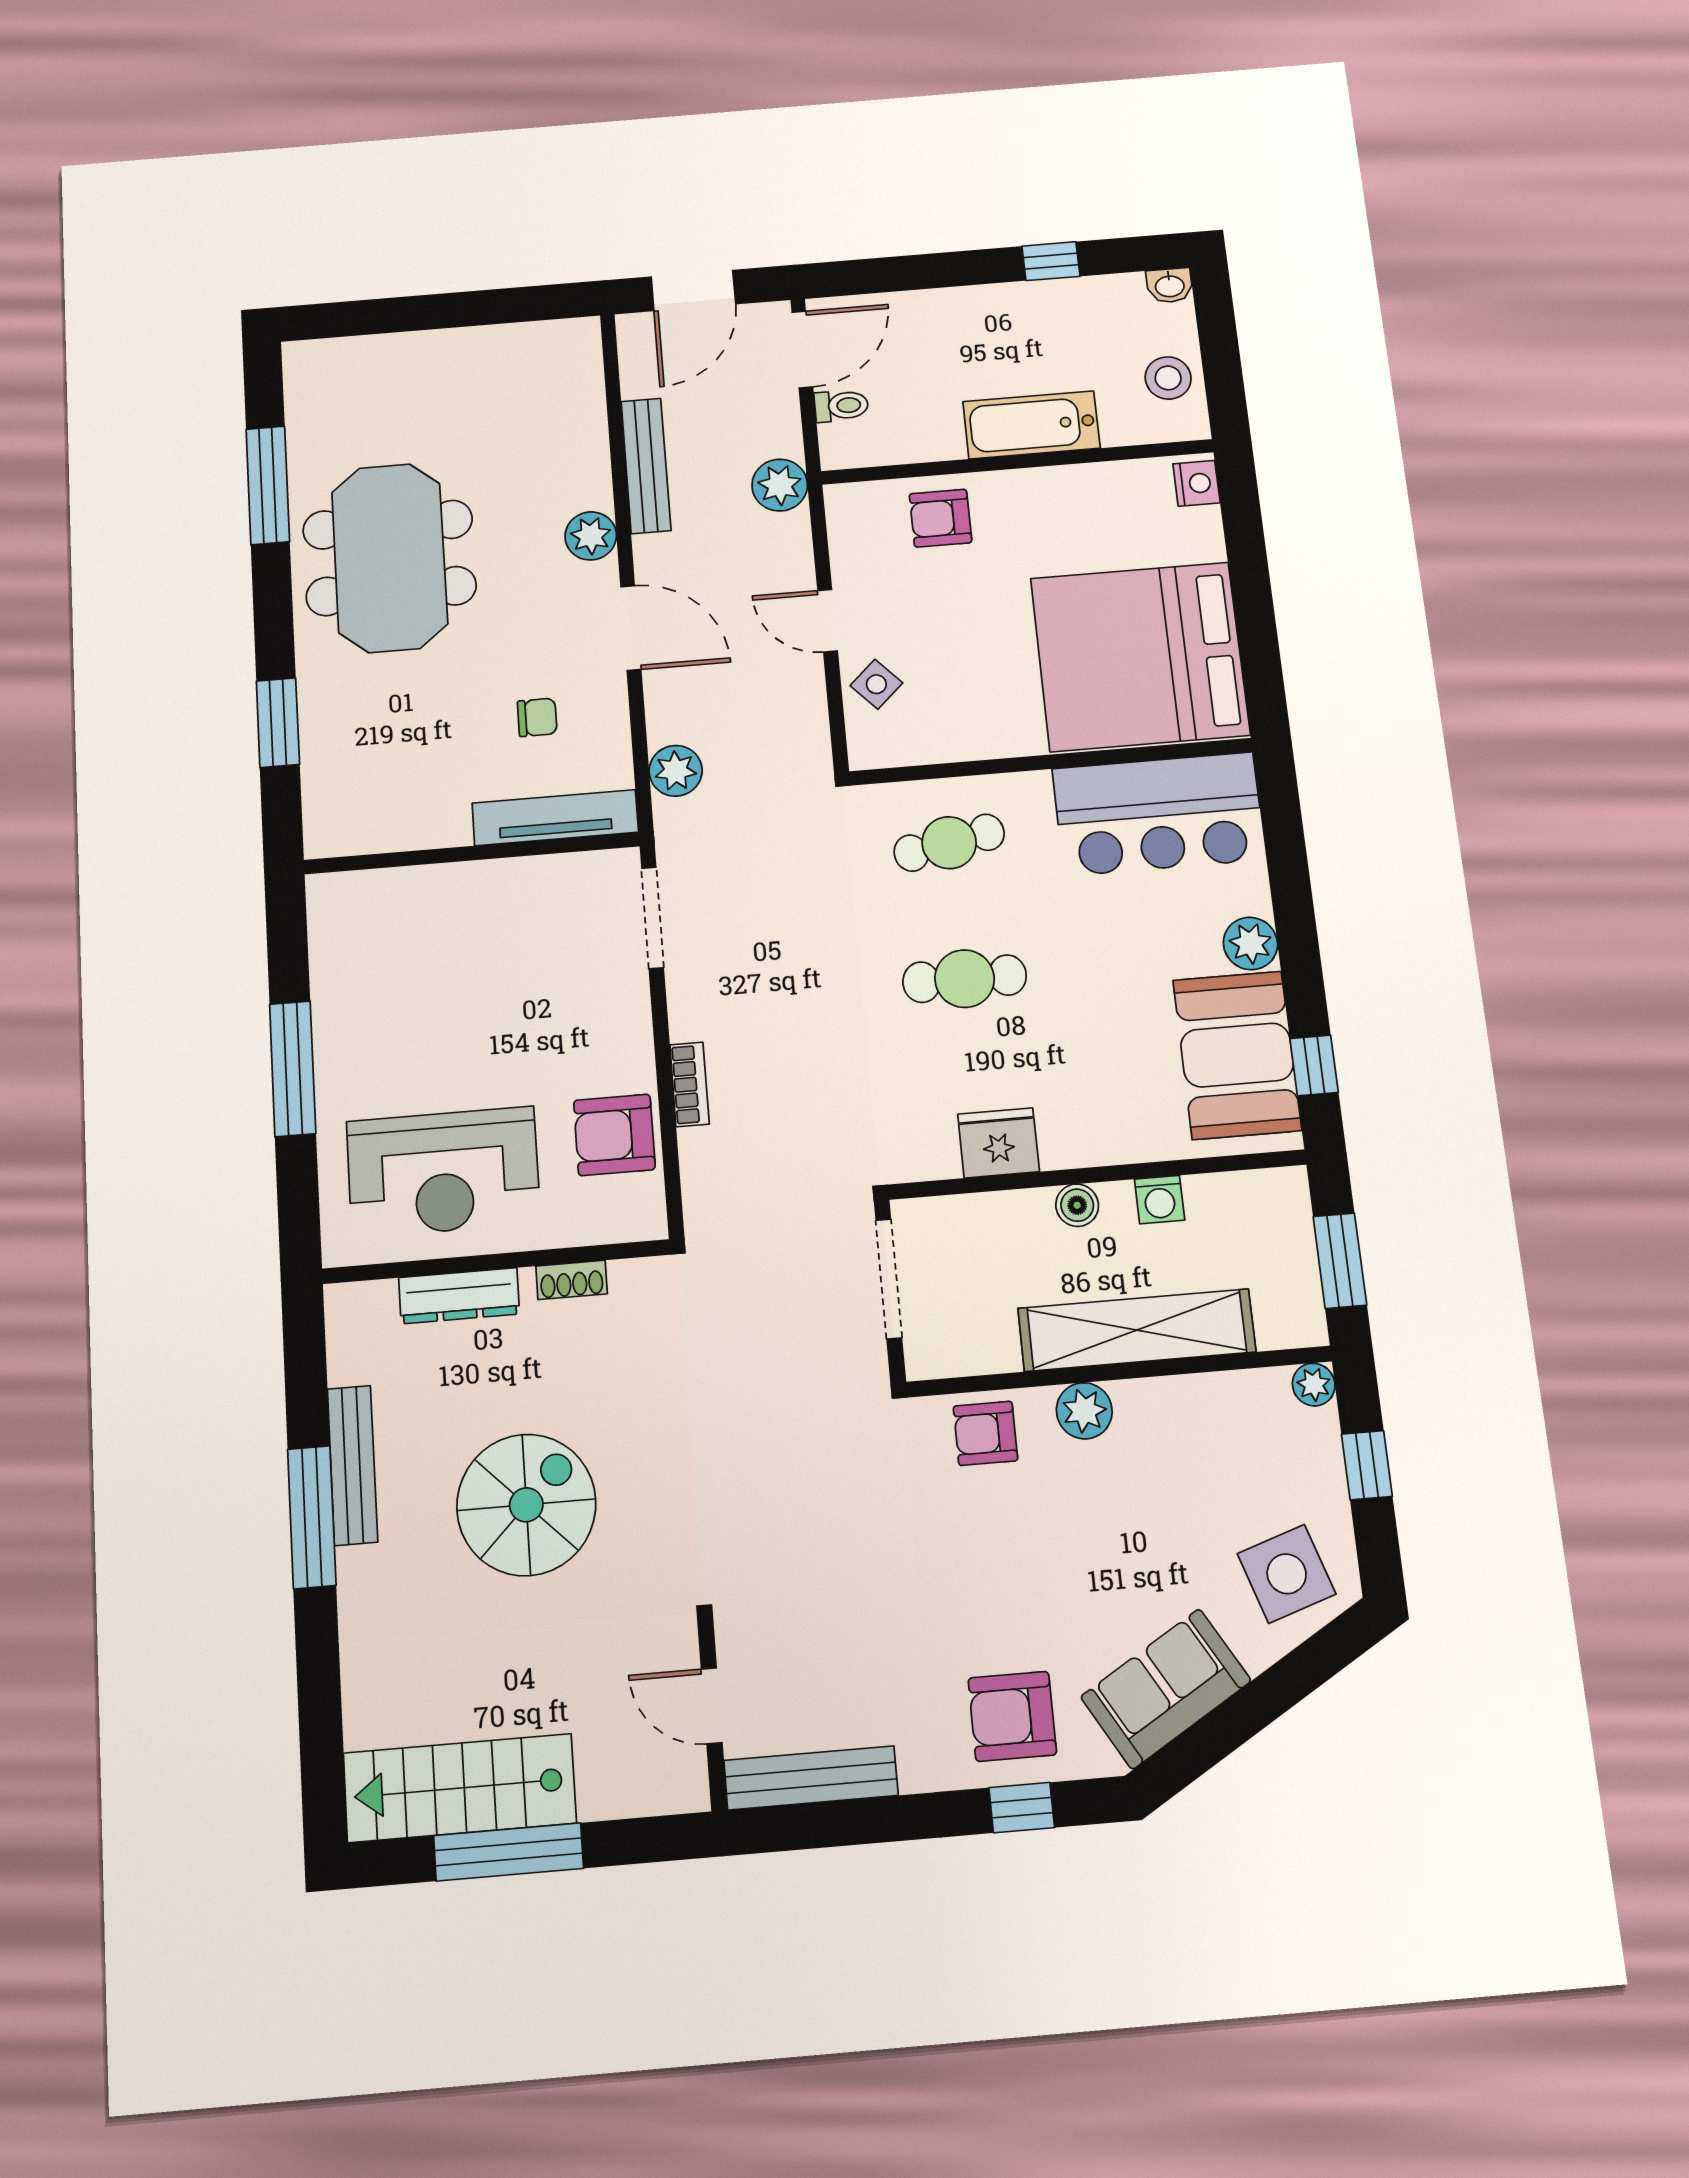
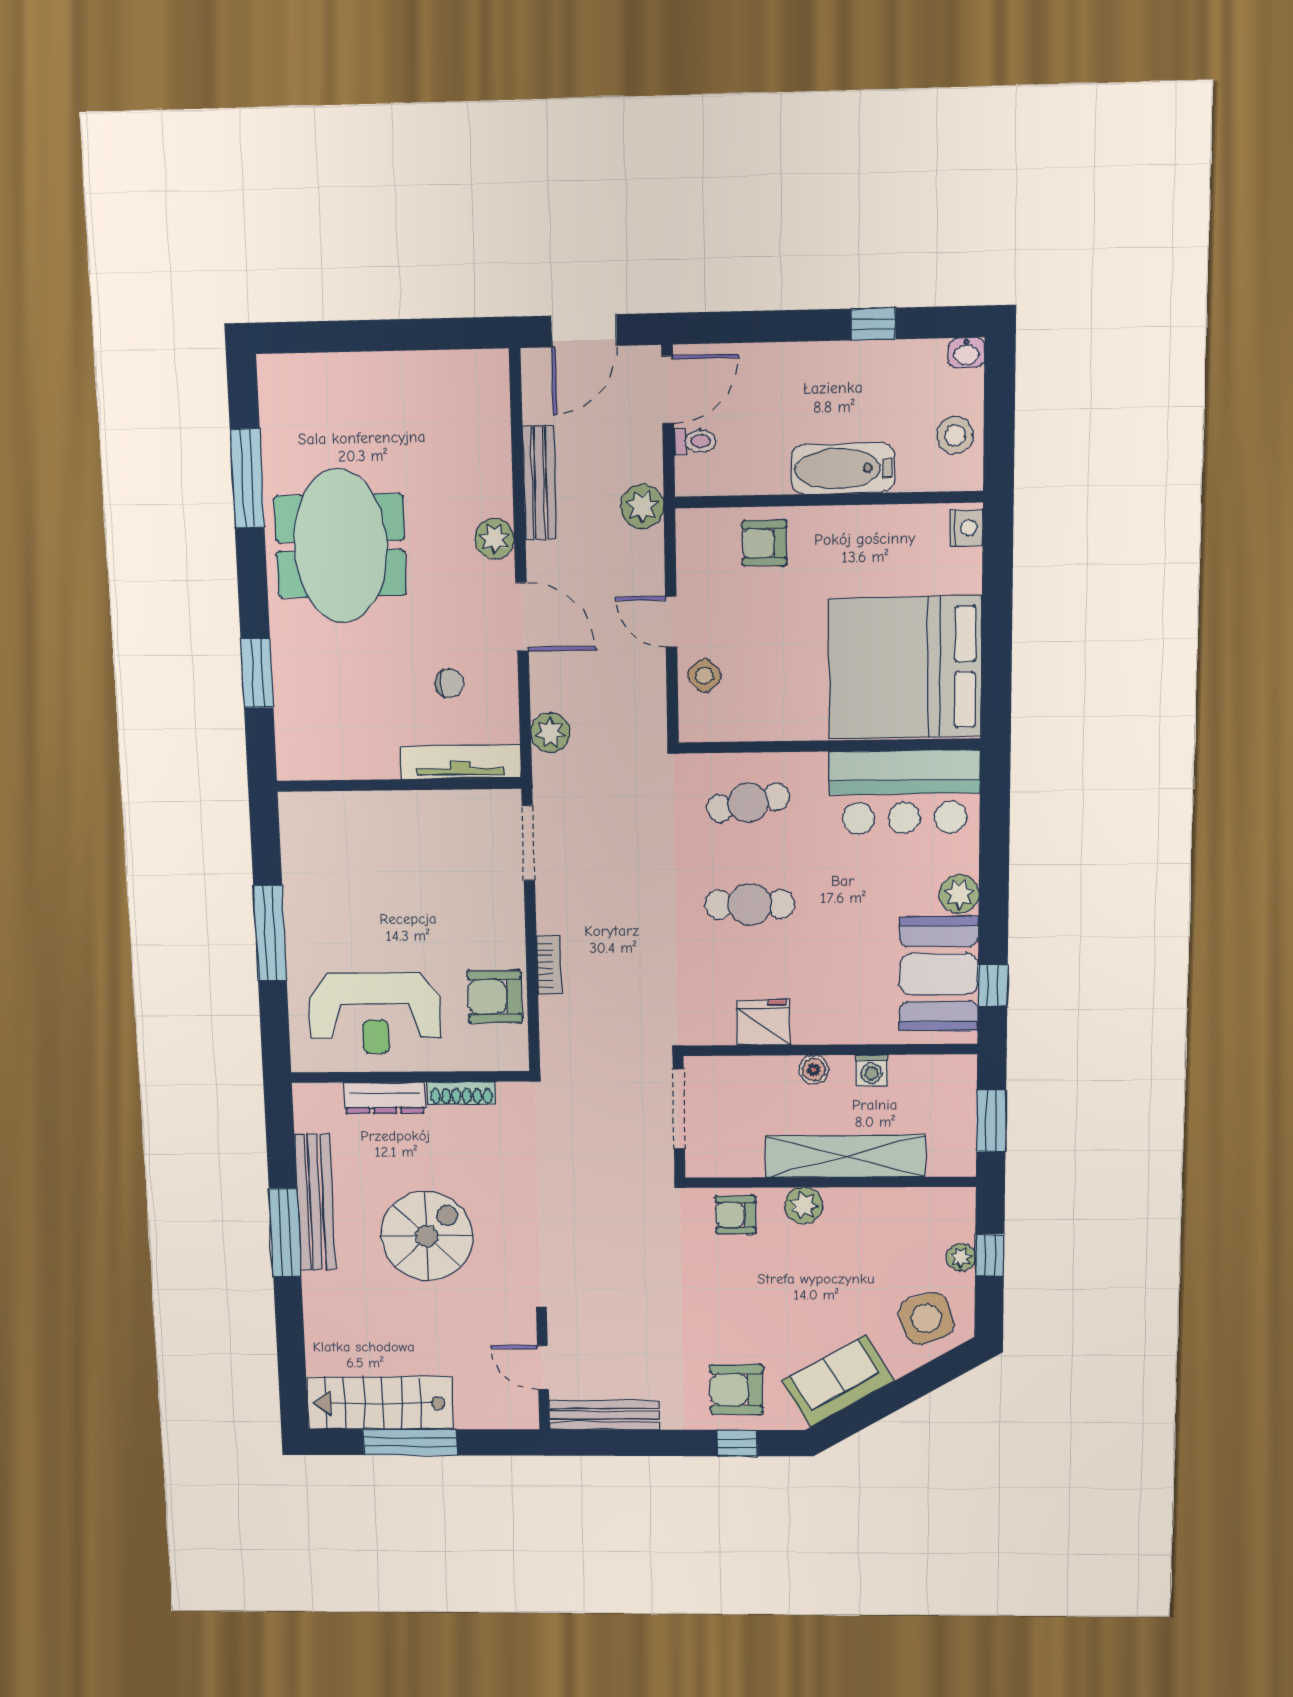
shoe rack: (572, 1280) -> (461, 1093), width x1.43
plant: (1314, 1385) -> (961, 1257), moved
bench: (352, 1465) -> (315, 1202), width x1.37, depth x1.21

